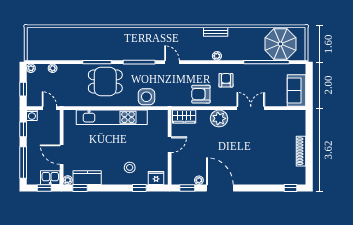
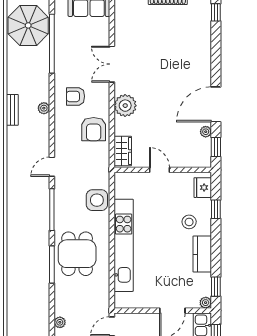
kitchen counter: (87, 178) -> (202, 254), moved

